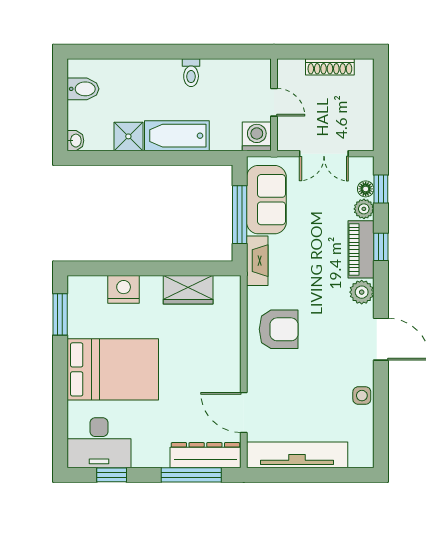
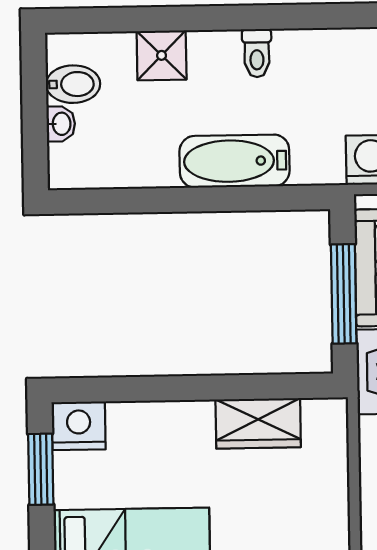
shower: (128, 136) -> (162, 55), moved
washbasin: (75, 141) -> (61, 124), moved
nightstand: (124, 289) -> (79, 426), moved

